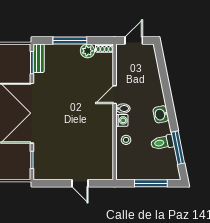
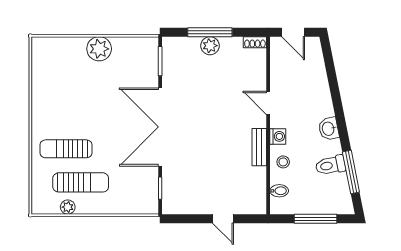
door: (134, 41) -> (293, 32), swing flipped
plant: (87, 51) -> (210, 46), moved
bench: (39, 58) -> (259, 147), moved
door: (115, 95) -> (268, 103), hinge flipped
bidet: (123, 109) -> (279, 191), moved

